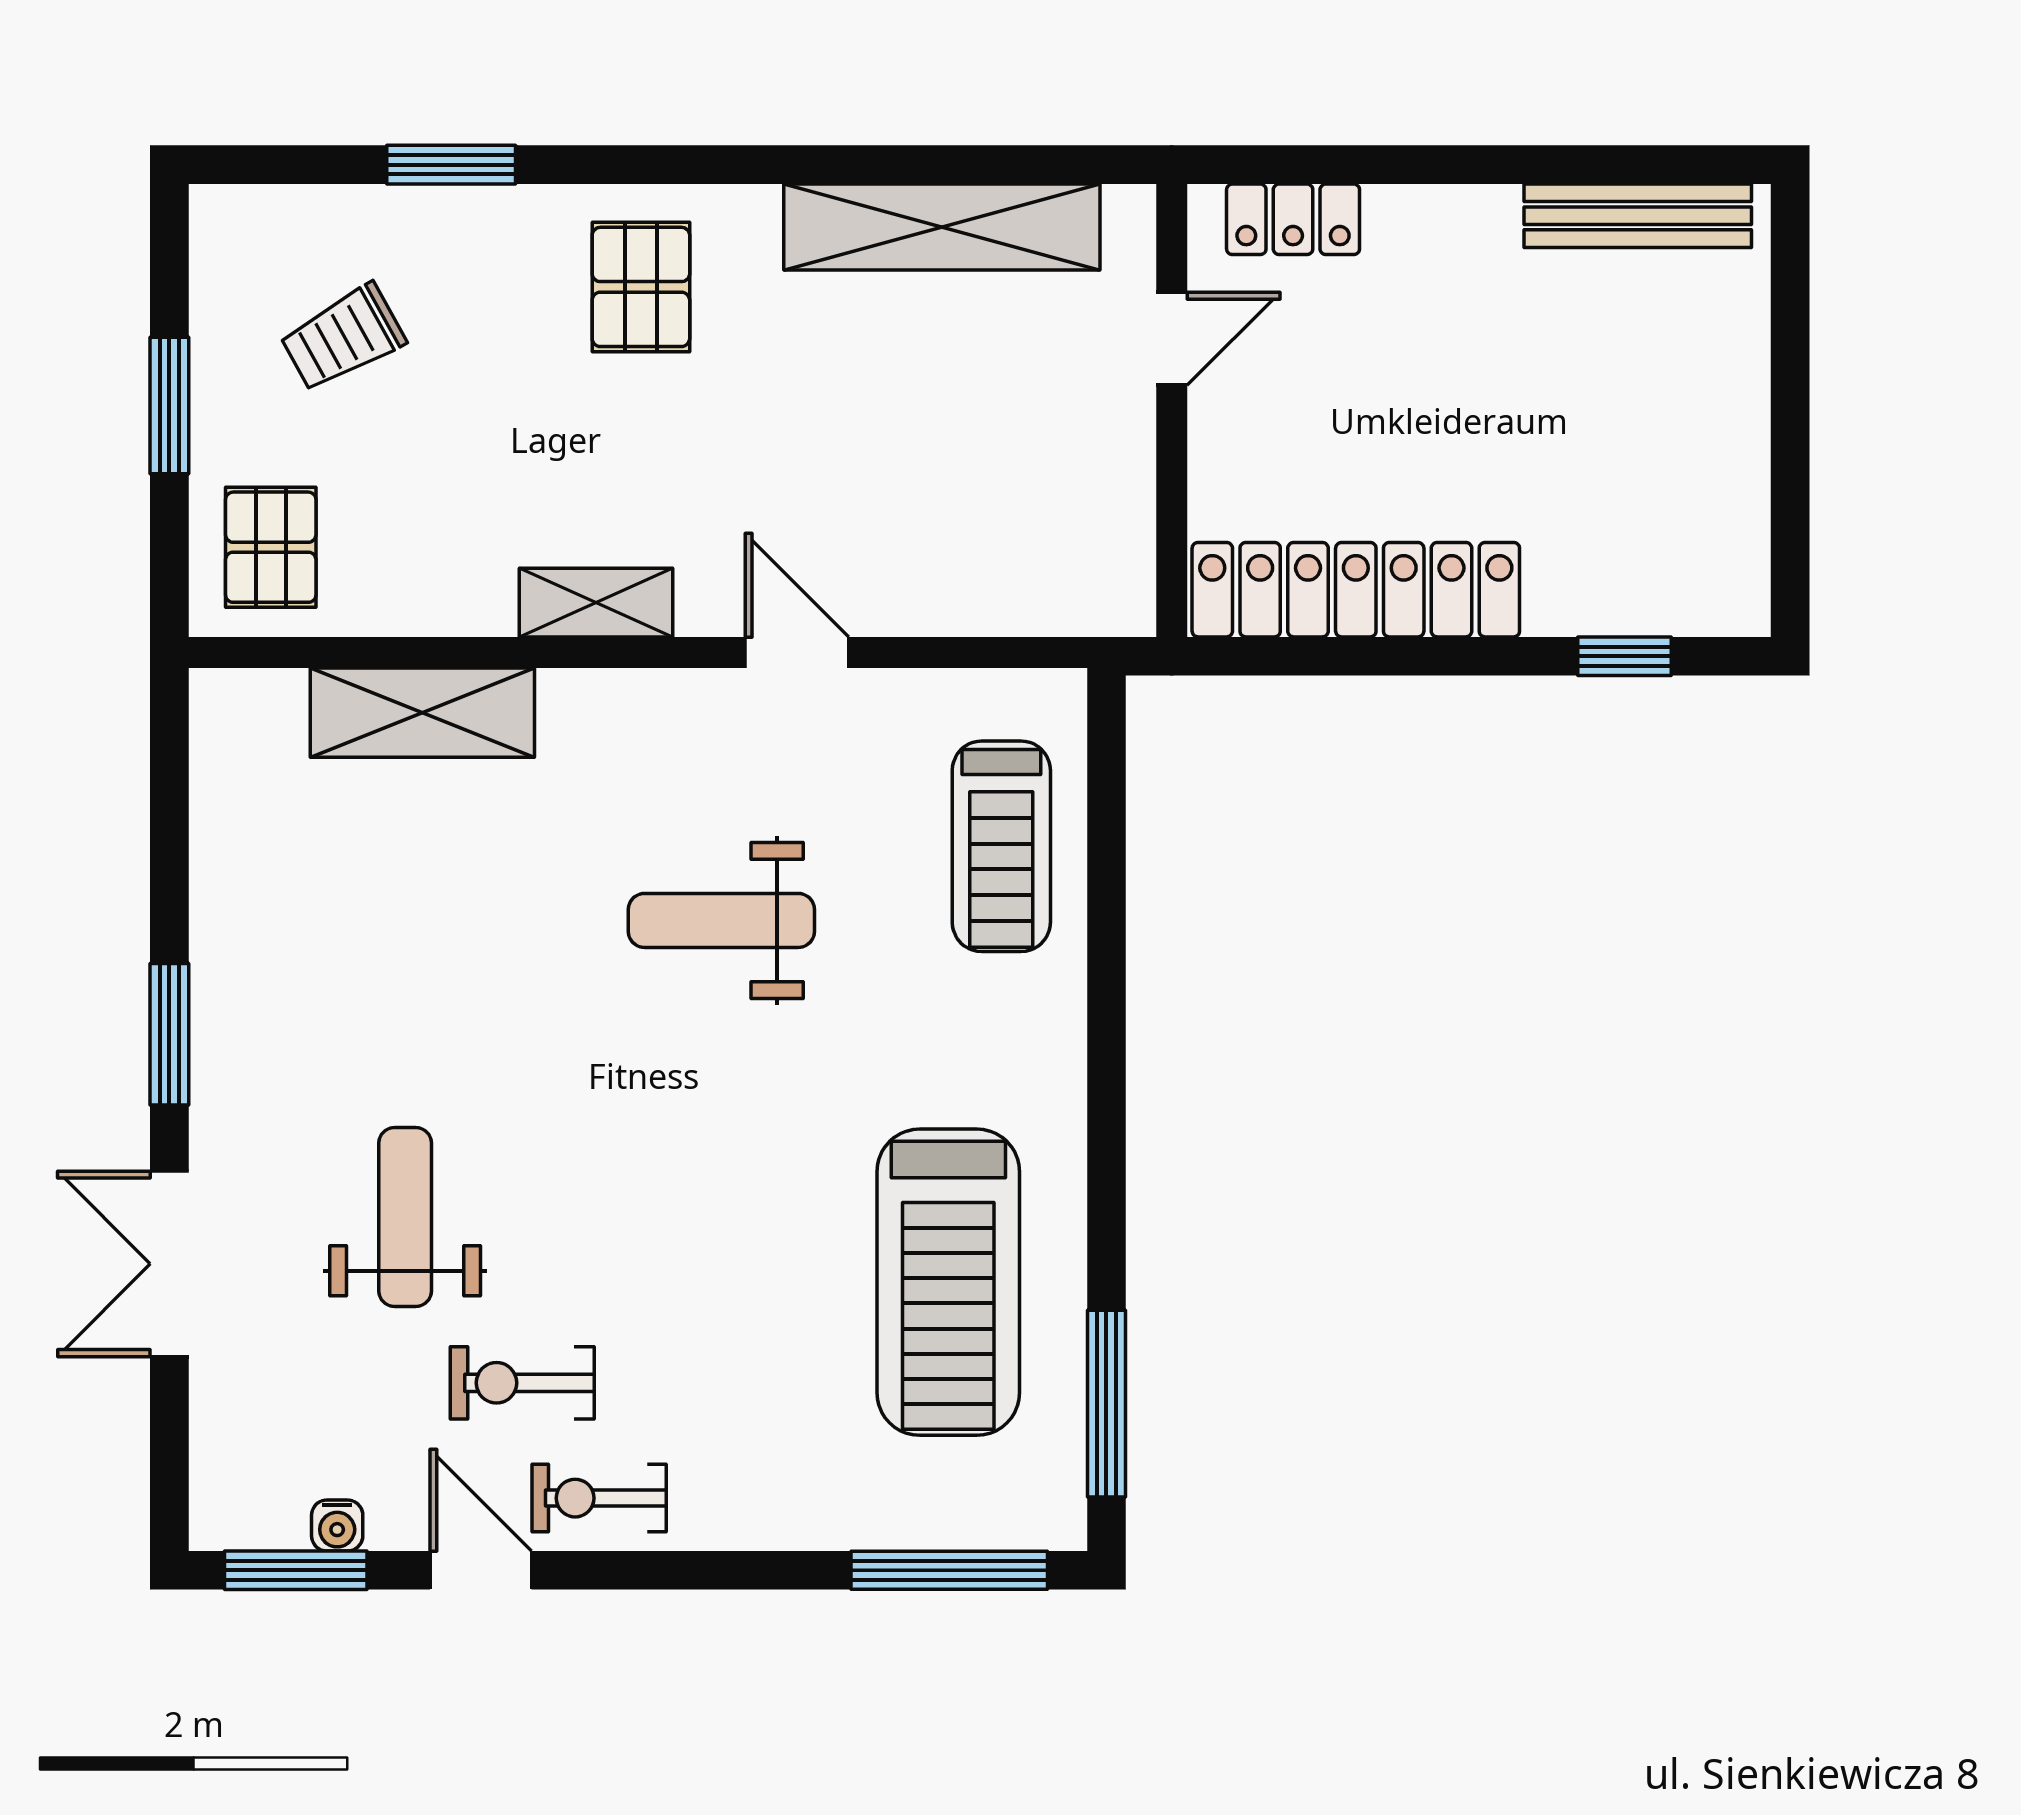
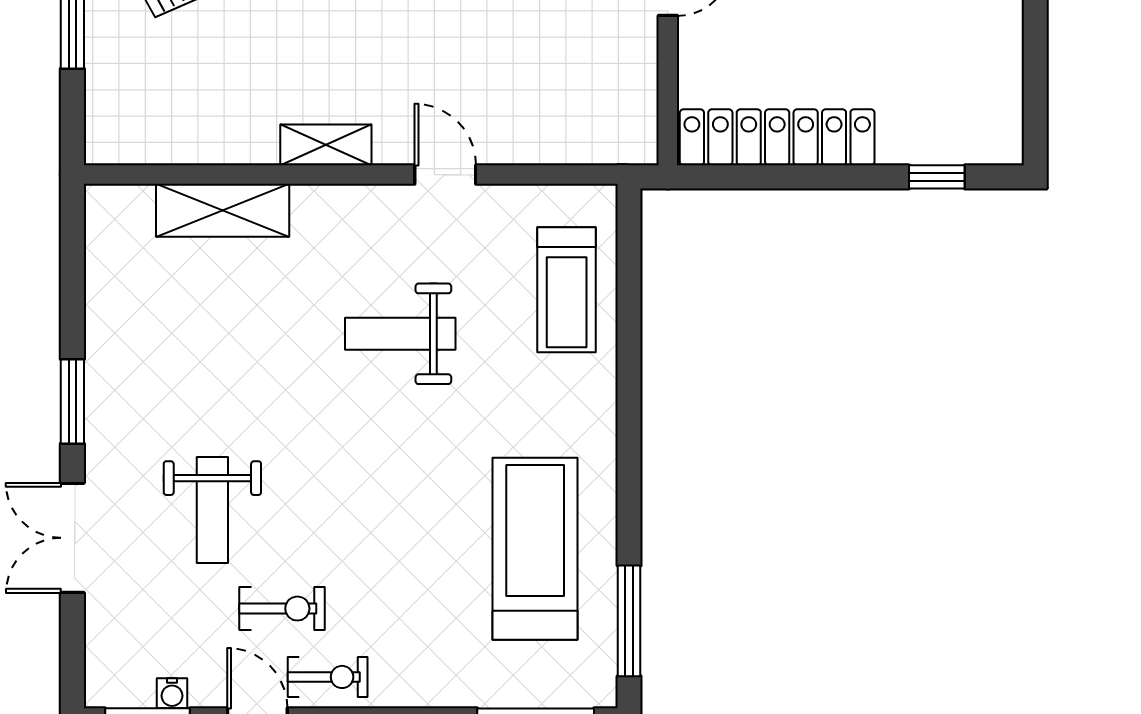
pallet: (271, 547) -> (133, 112), removed
weight bench: (405, 1217) -> (212, 510), turned 180
treadmill: (948, 1282) -> (535, 549), turned 180
exercise bike: (522, 1383) -> (282, 609), turned 180
exercise bike: (599, 1498) -> (328, 677), turned 180

